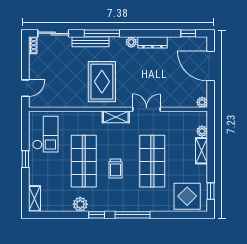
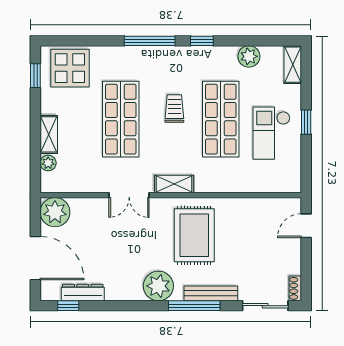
plant: (131, 42) -> (158, 286), width x1.87, depth x1.87
dresser: (152, 42) -> (83, 293), moved
plant: (202, 102) -> (55, 212), width x1.87, depth x1.87
checkout: (45, 134) -> (272, 133), moved
plant: (80, 204) -> (249, 56), moved

